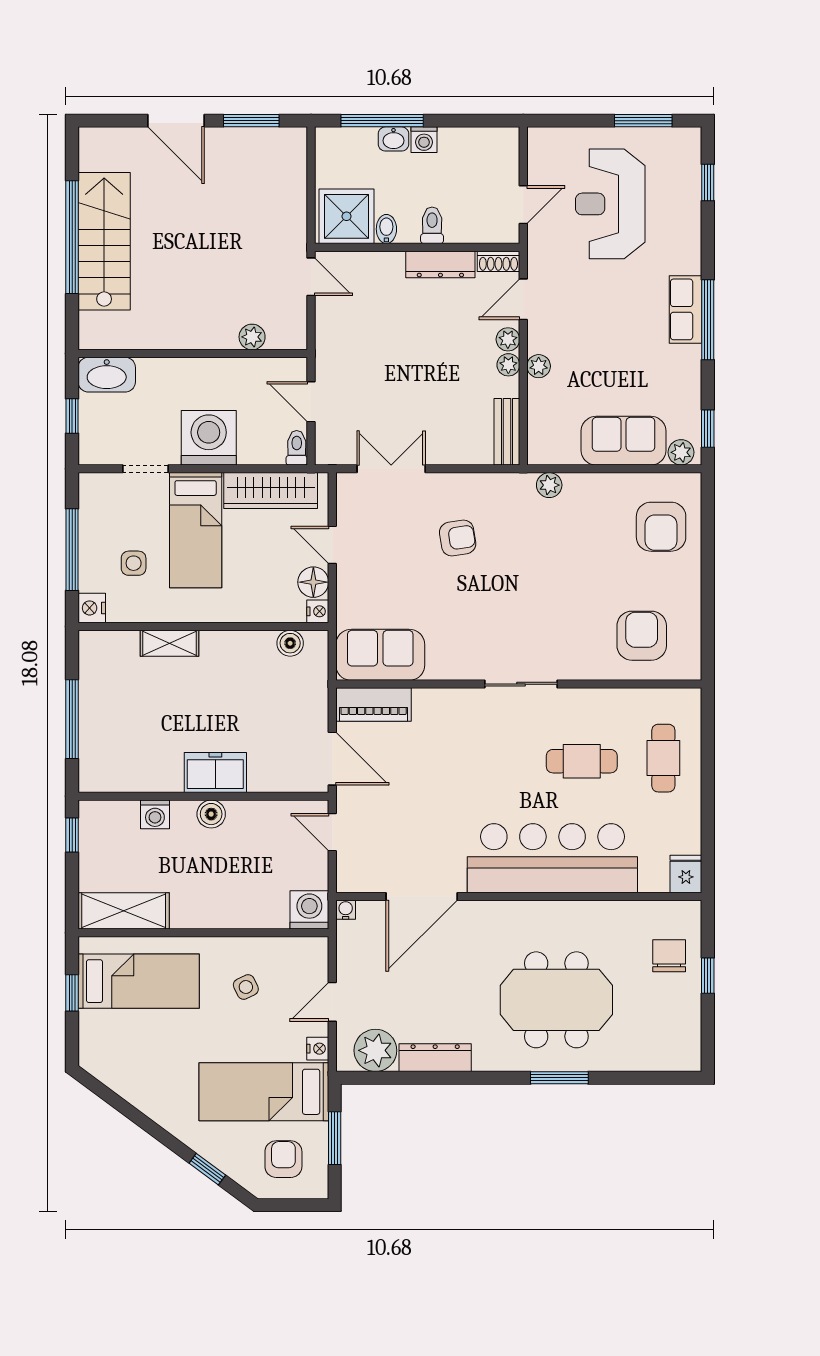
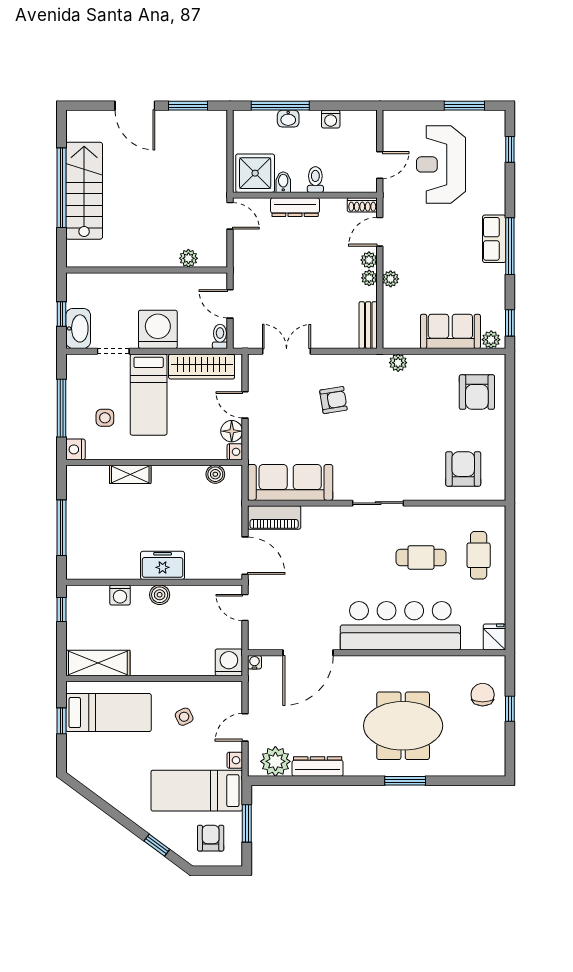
washing machine: (424, 140) -> (331, 119), moved
dresser: (440, 264) -> (295, 207), moved
washbasin: (107, 375) -> (78, 328), moved, turned -90
sofa: (380, 655) -> (290, 482), width x1.36

